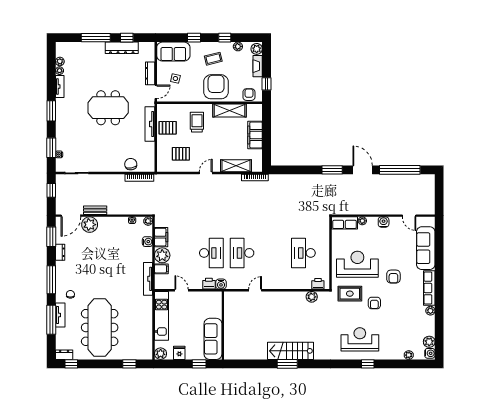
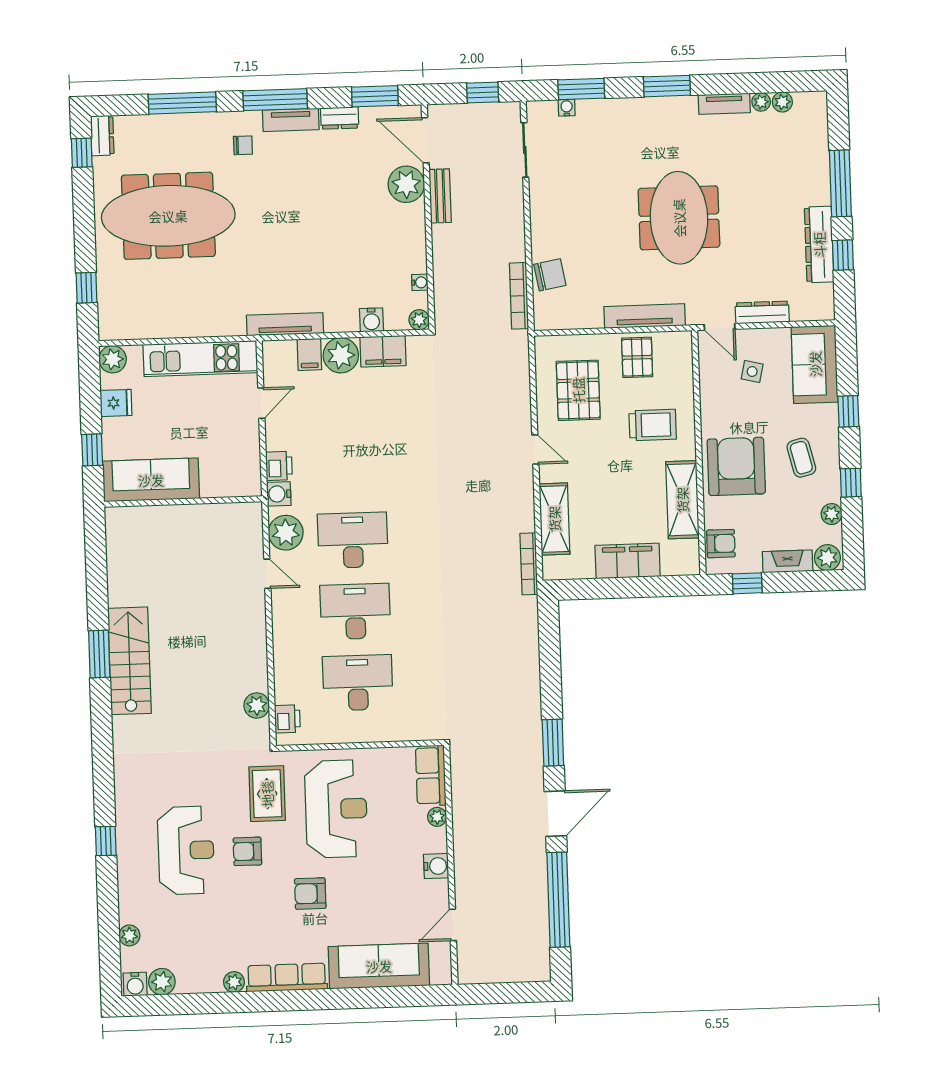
armchair: (216, 87) -> (736, 466), turned -90
pallet: (181, 154) -> (578, 390), width x1.50, depth x1.42
desk: (211, 253) -> (355, 611), moved, turned 180
plant: (238, 282) -> (286, 533), added
tv unit: (60, 315) -> (291, 120), moved
reception desk: (360, 339) -> (186, 850), moved

